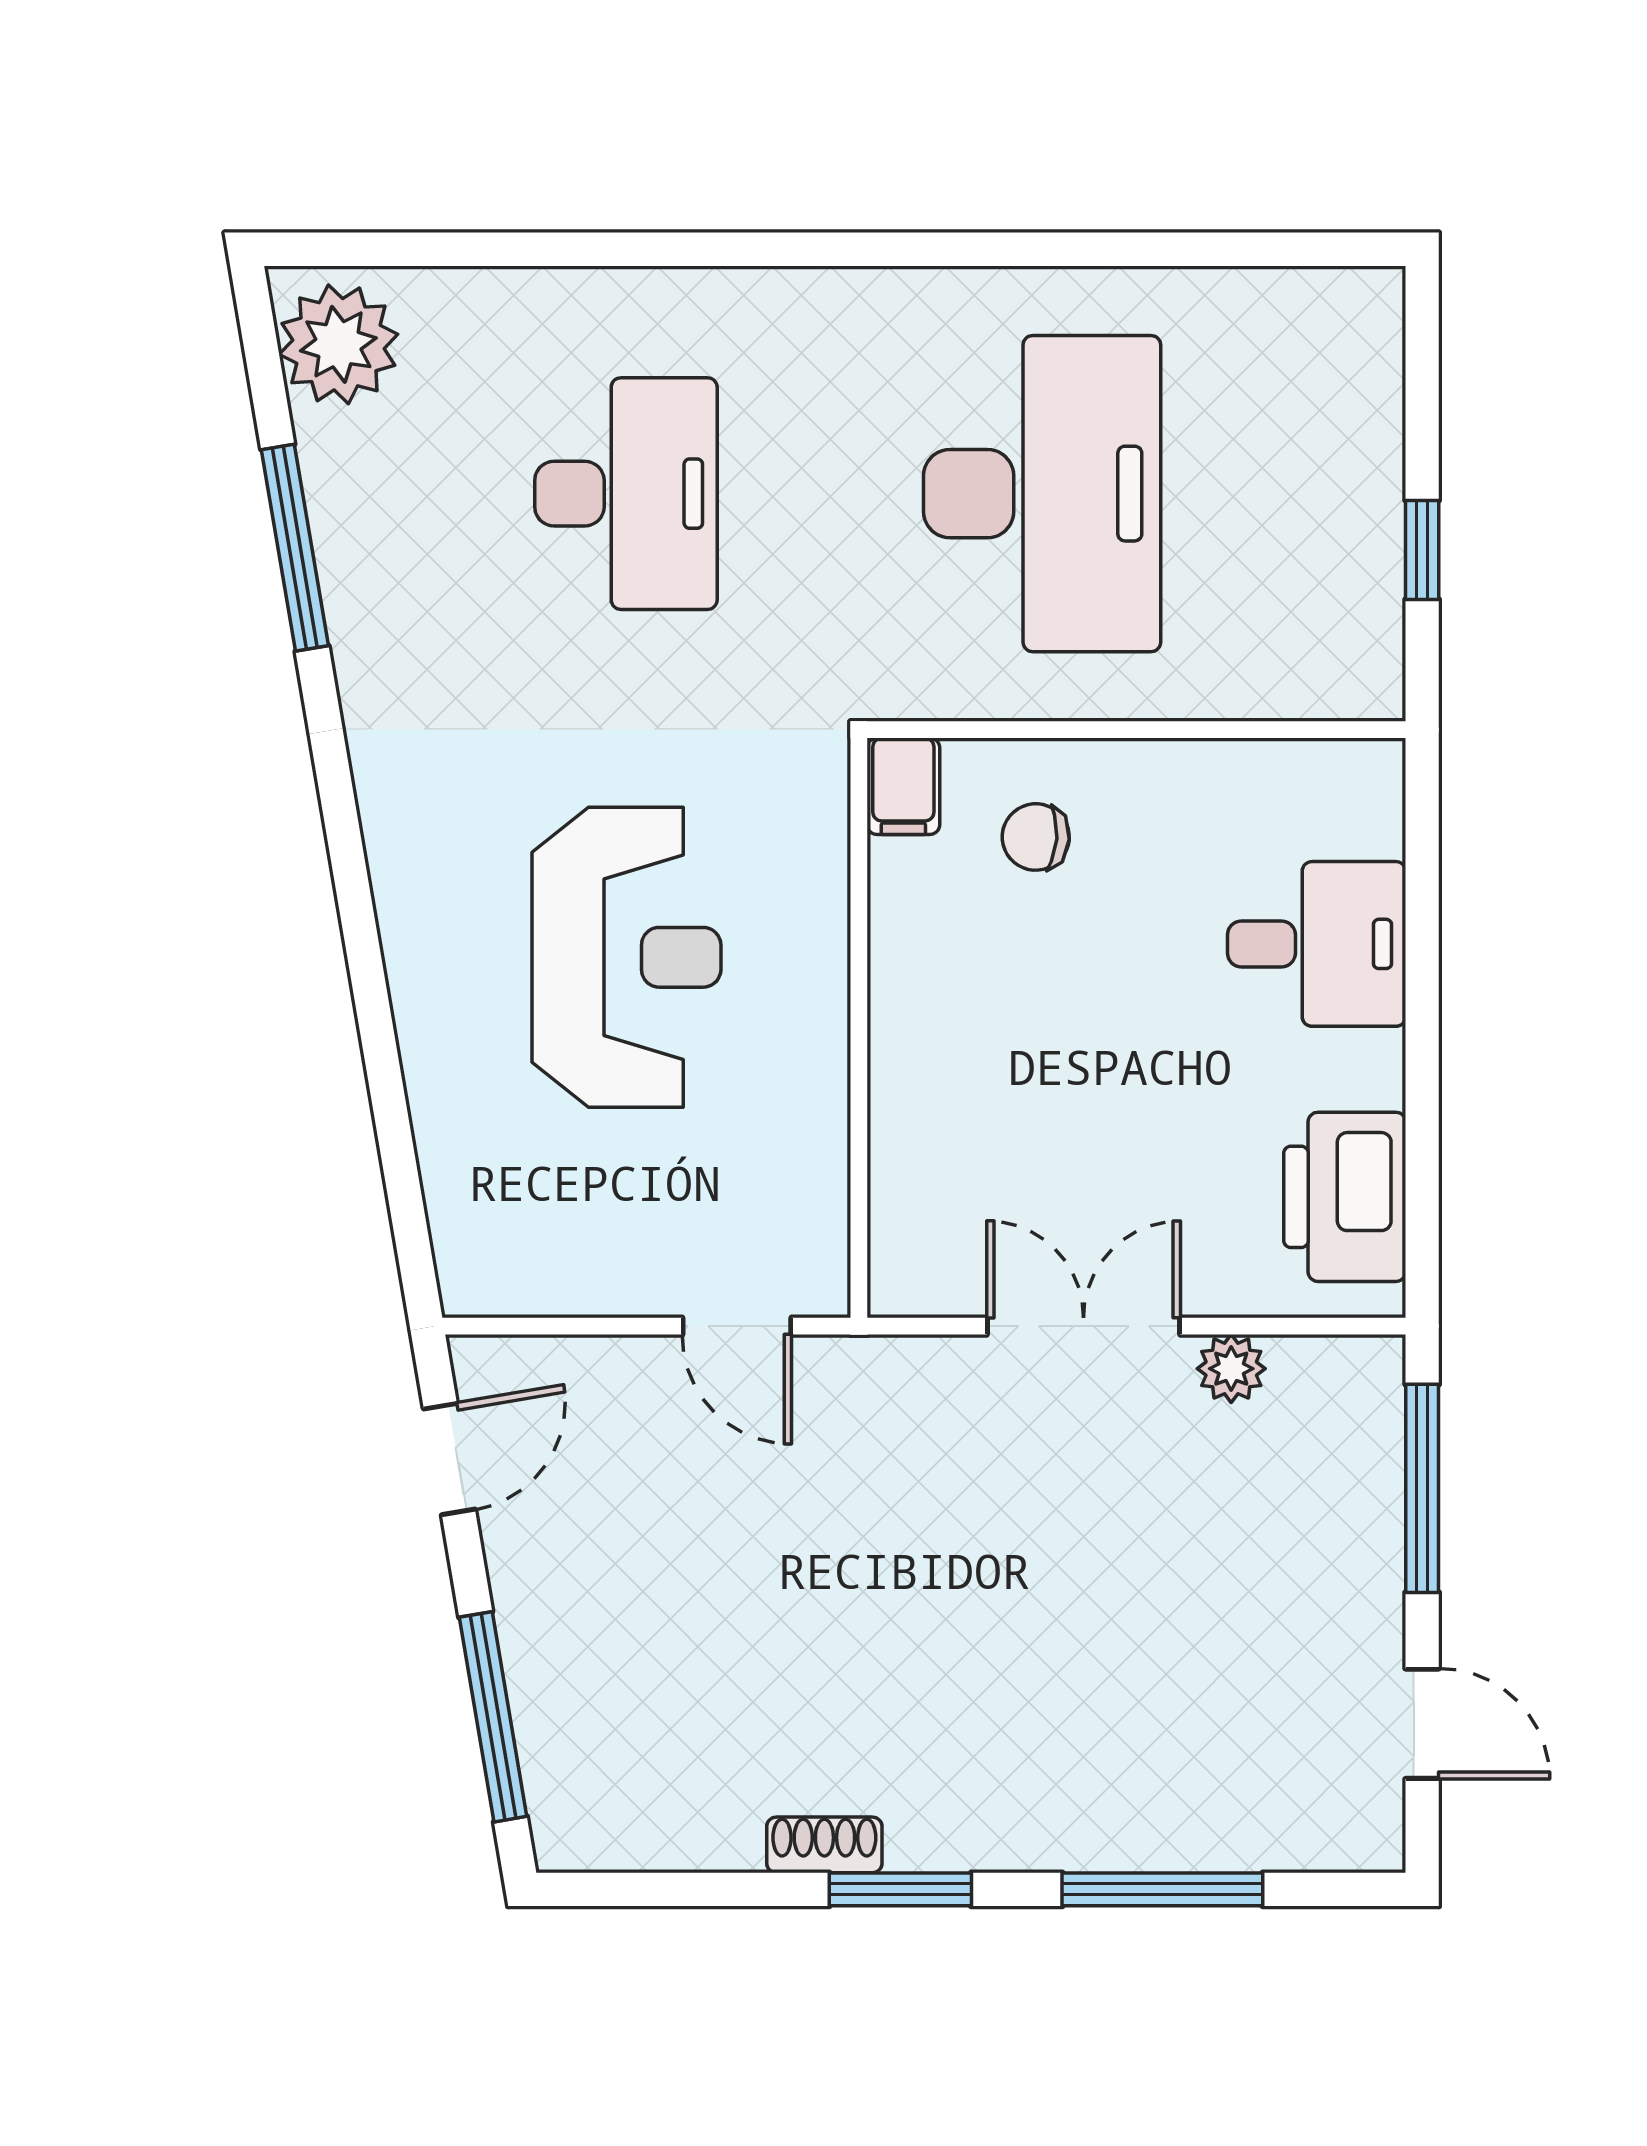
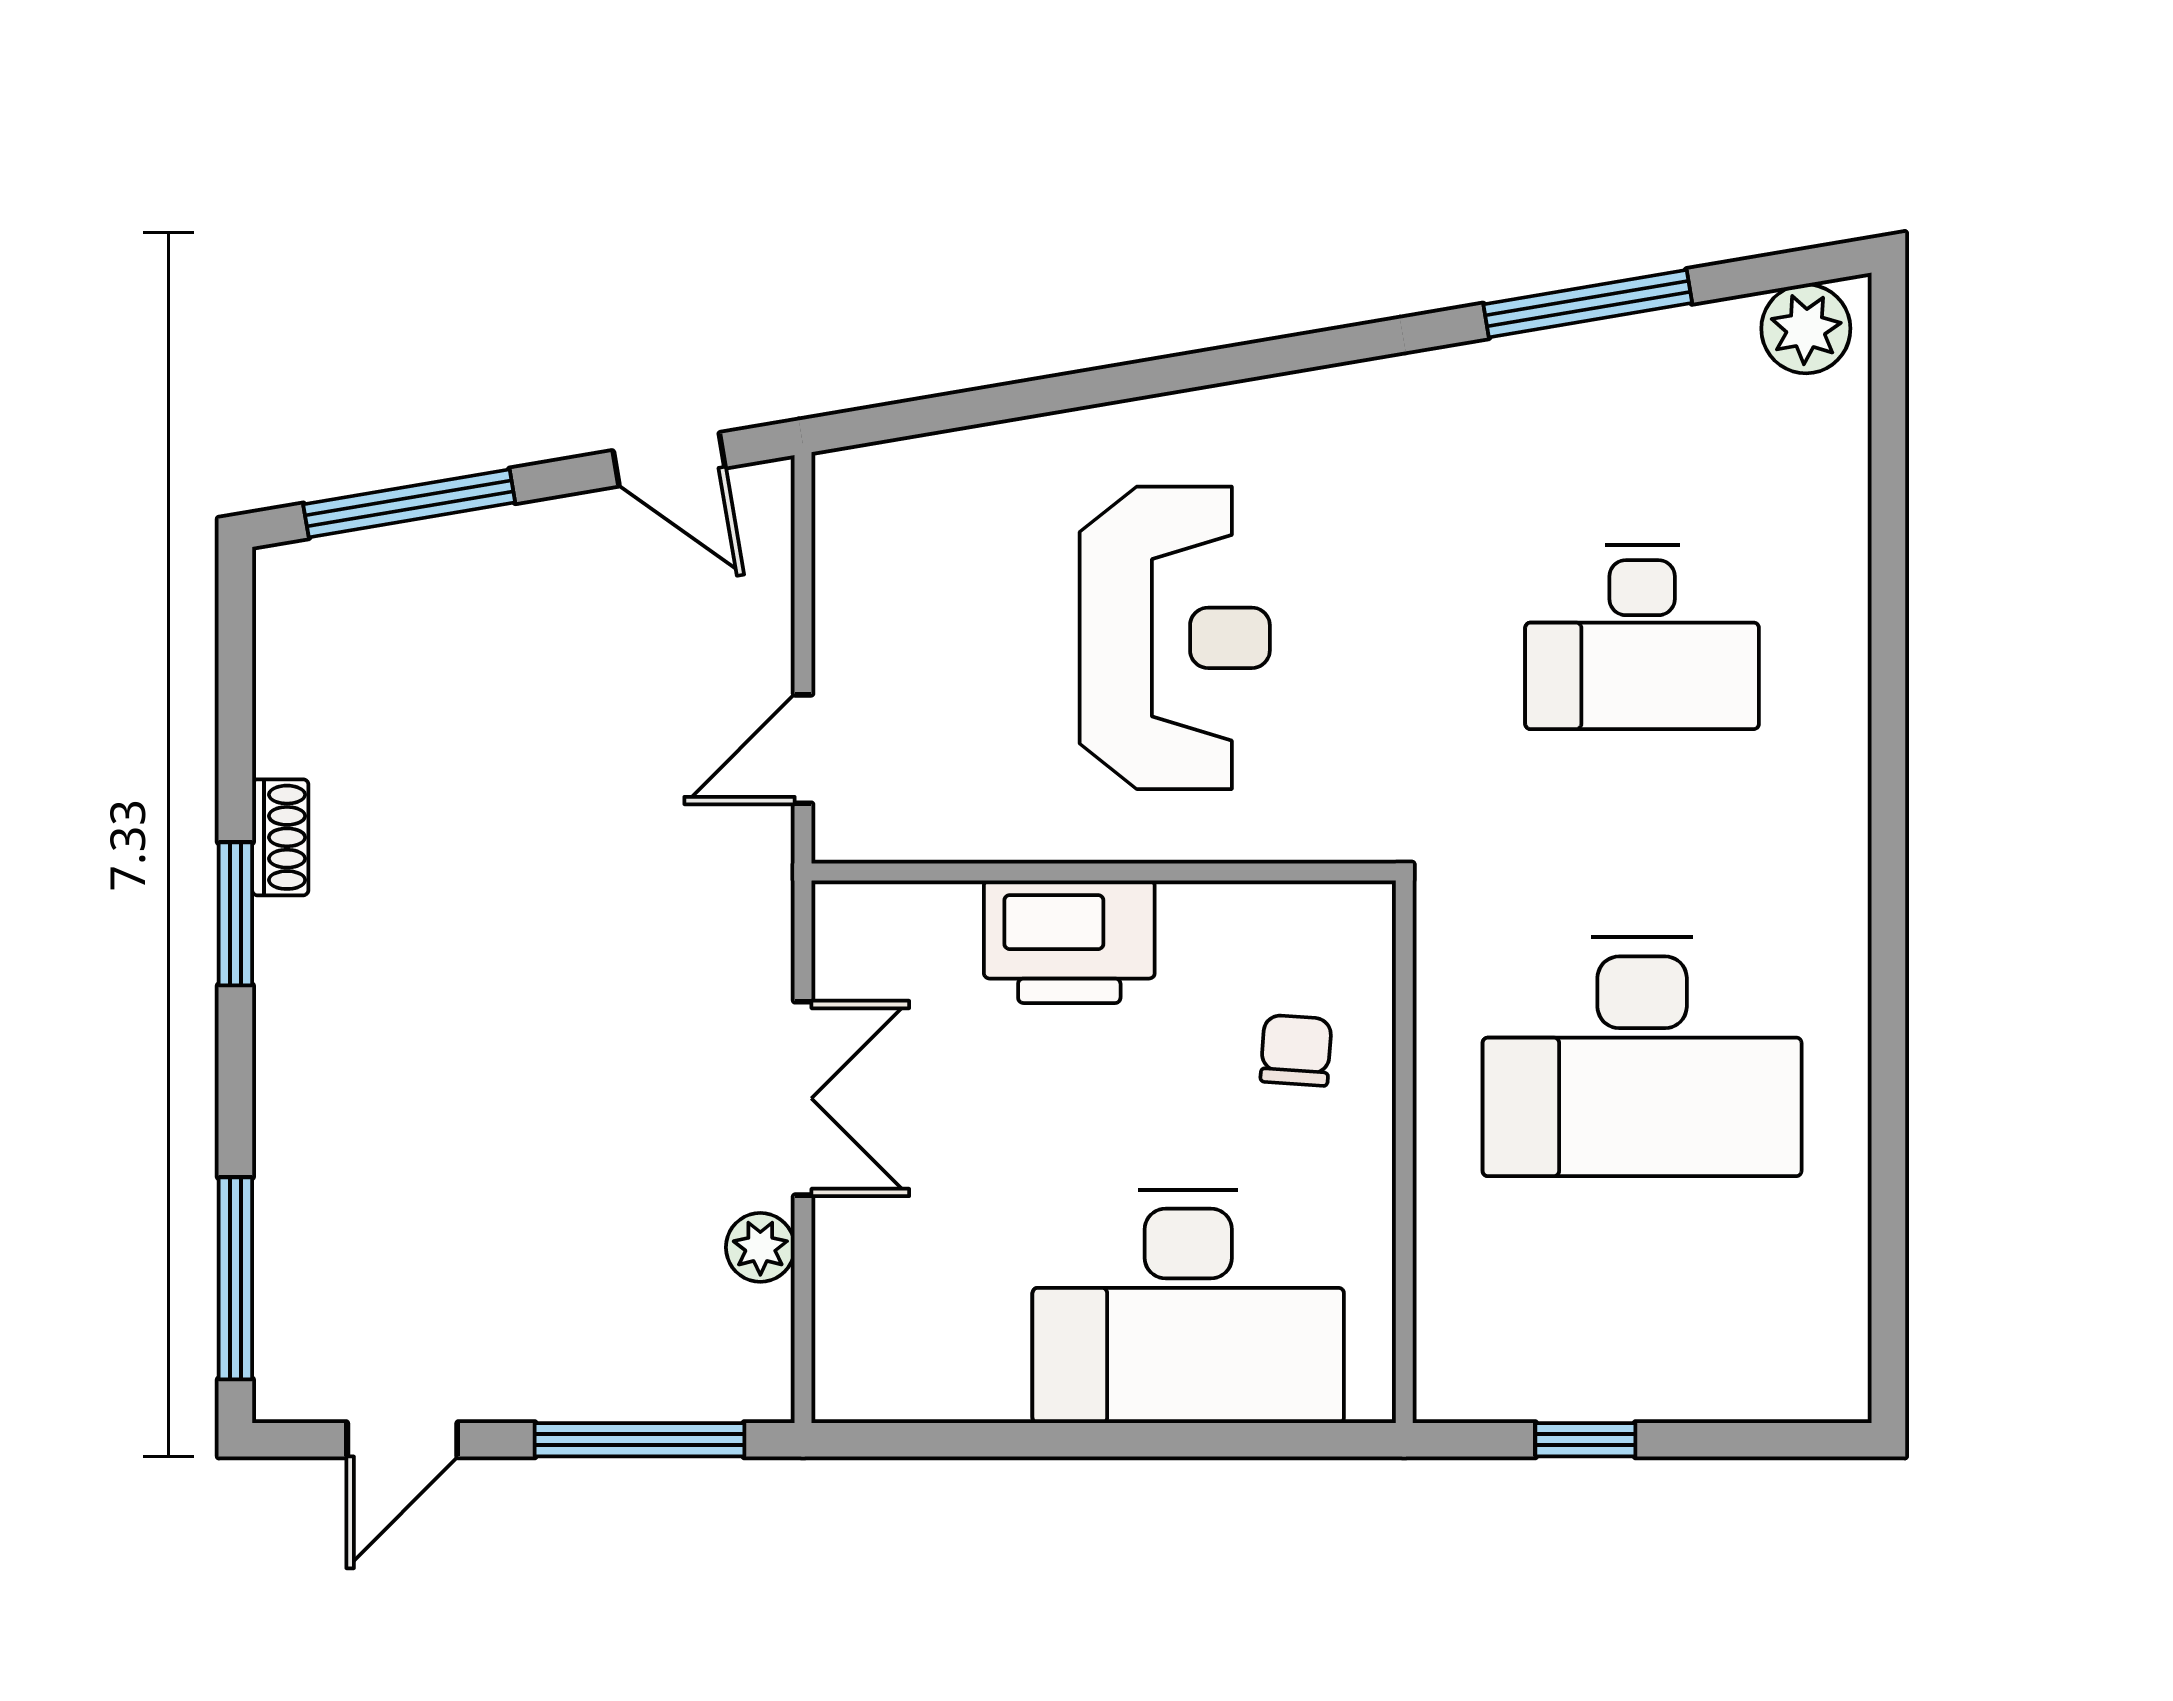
plant: (338, 344) -> (1806, 329), width x0.73, depth x0.73
filing cabinet: (903, 786) -> (1347, 917), removed
desk: (1317, 944) -> (1188, 1306), width x1.87, depth x1.30
reception desk: (626, 957) -> (1175, 638), turned -90
printer: (1345, 1197) -> (1069, 942), moved, turned 180
window: (1162, 1889) -> (235, 1278), moved

